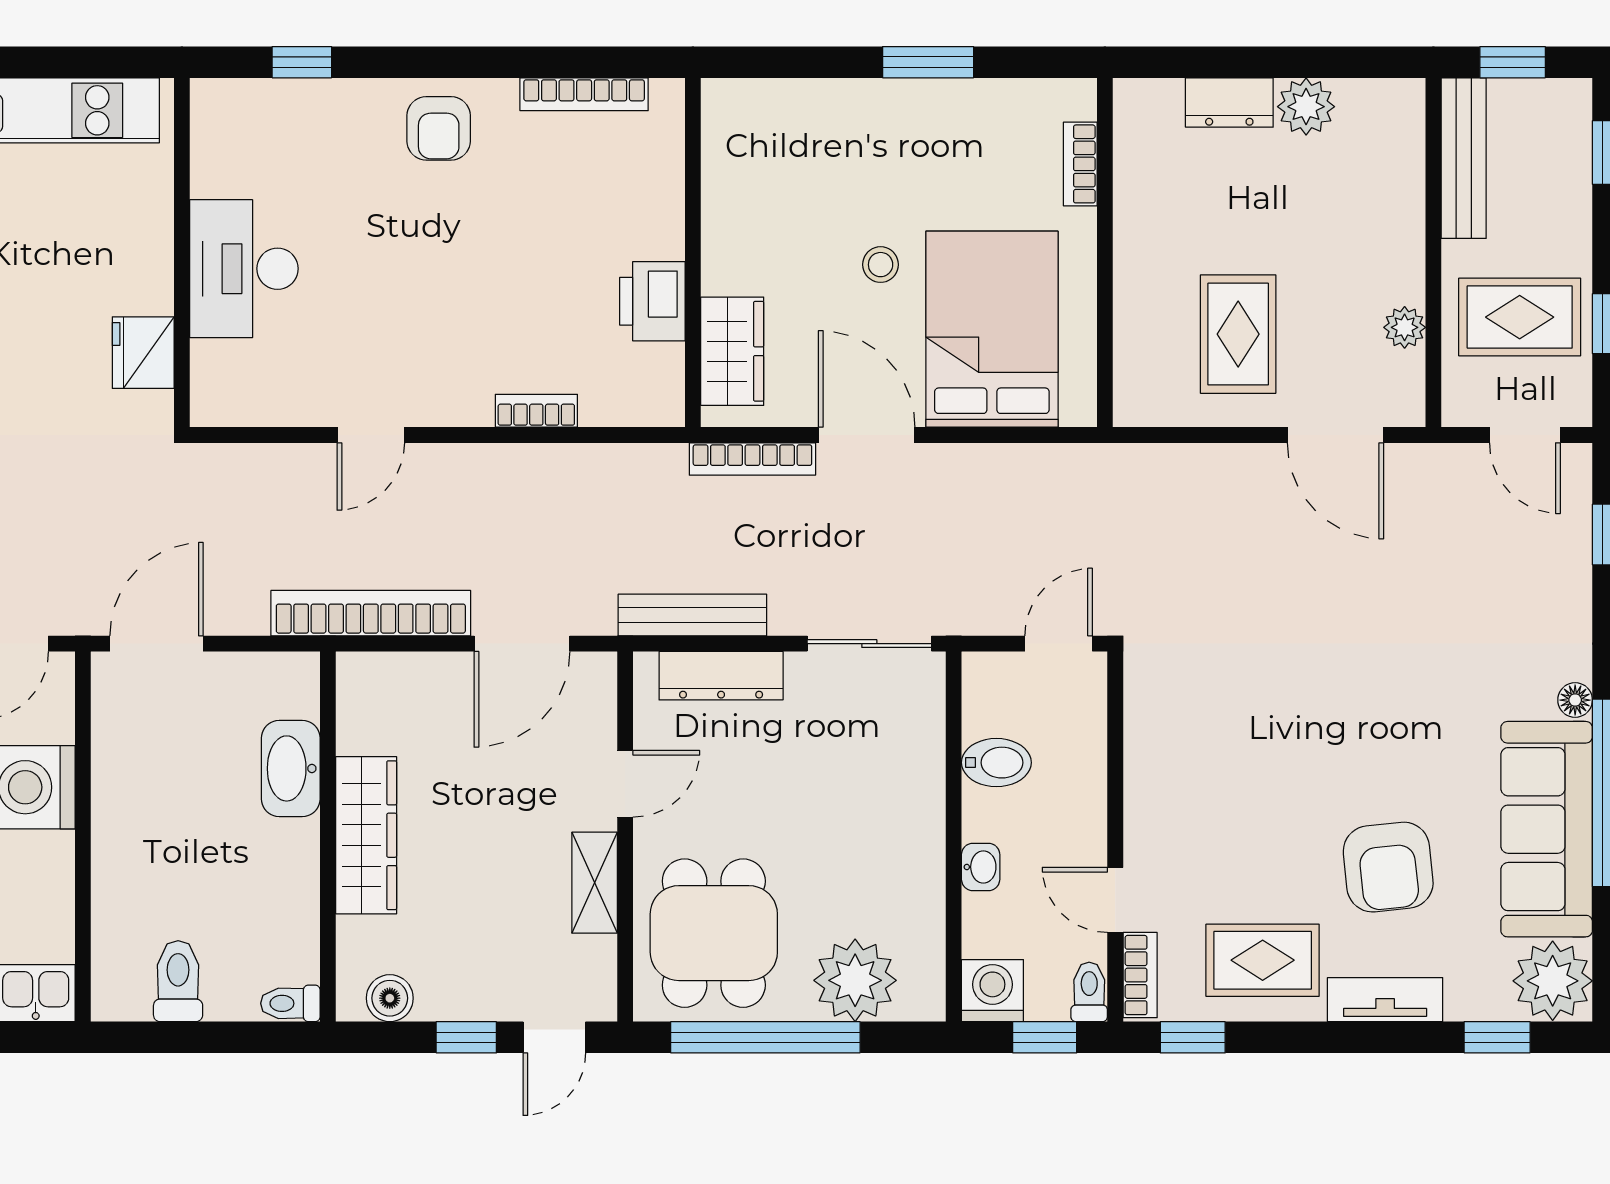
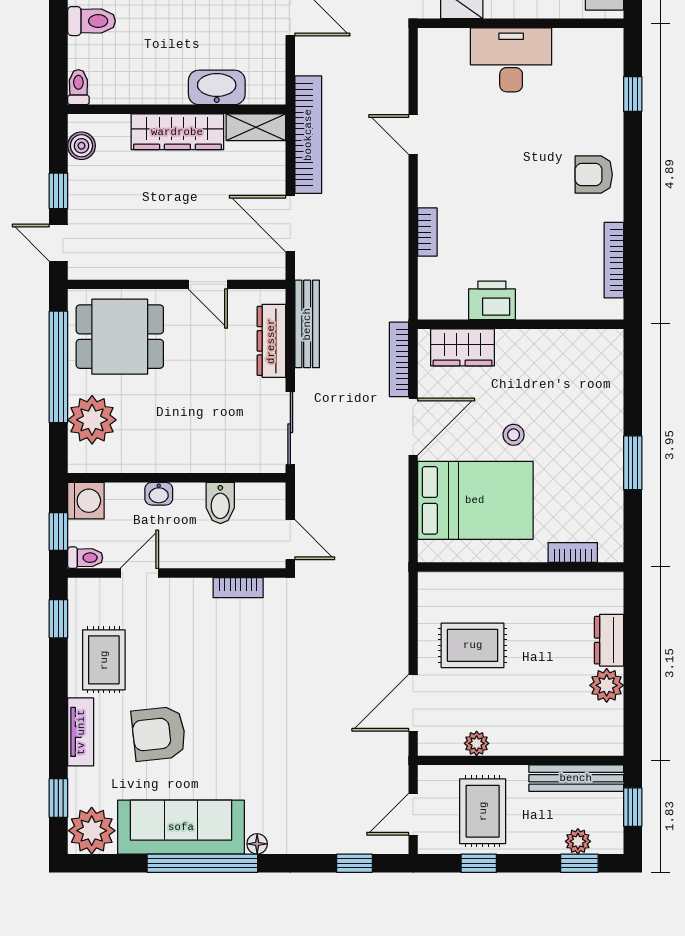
plant: (1571, 155) -> (578, 841), added
shelving: (595, 883) -> (256, 127), moved
bookcase: (1140, 975) -> (238, 588), moved

